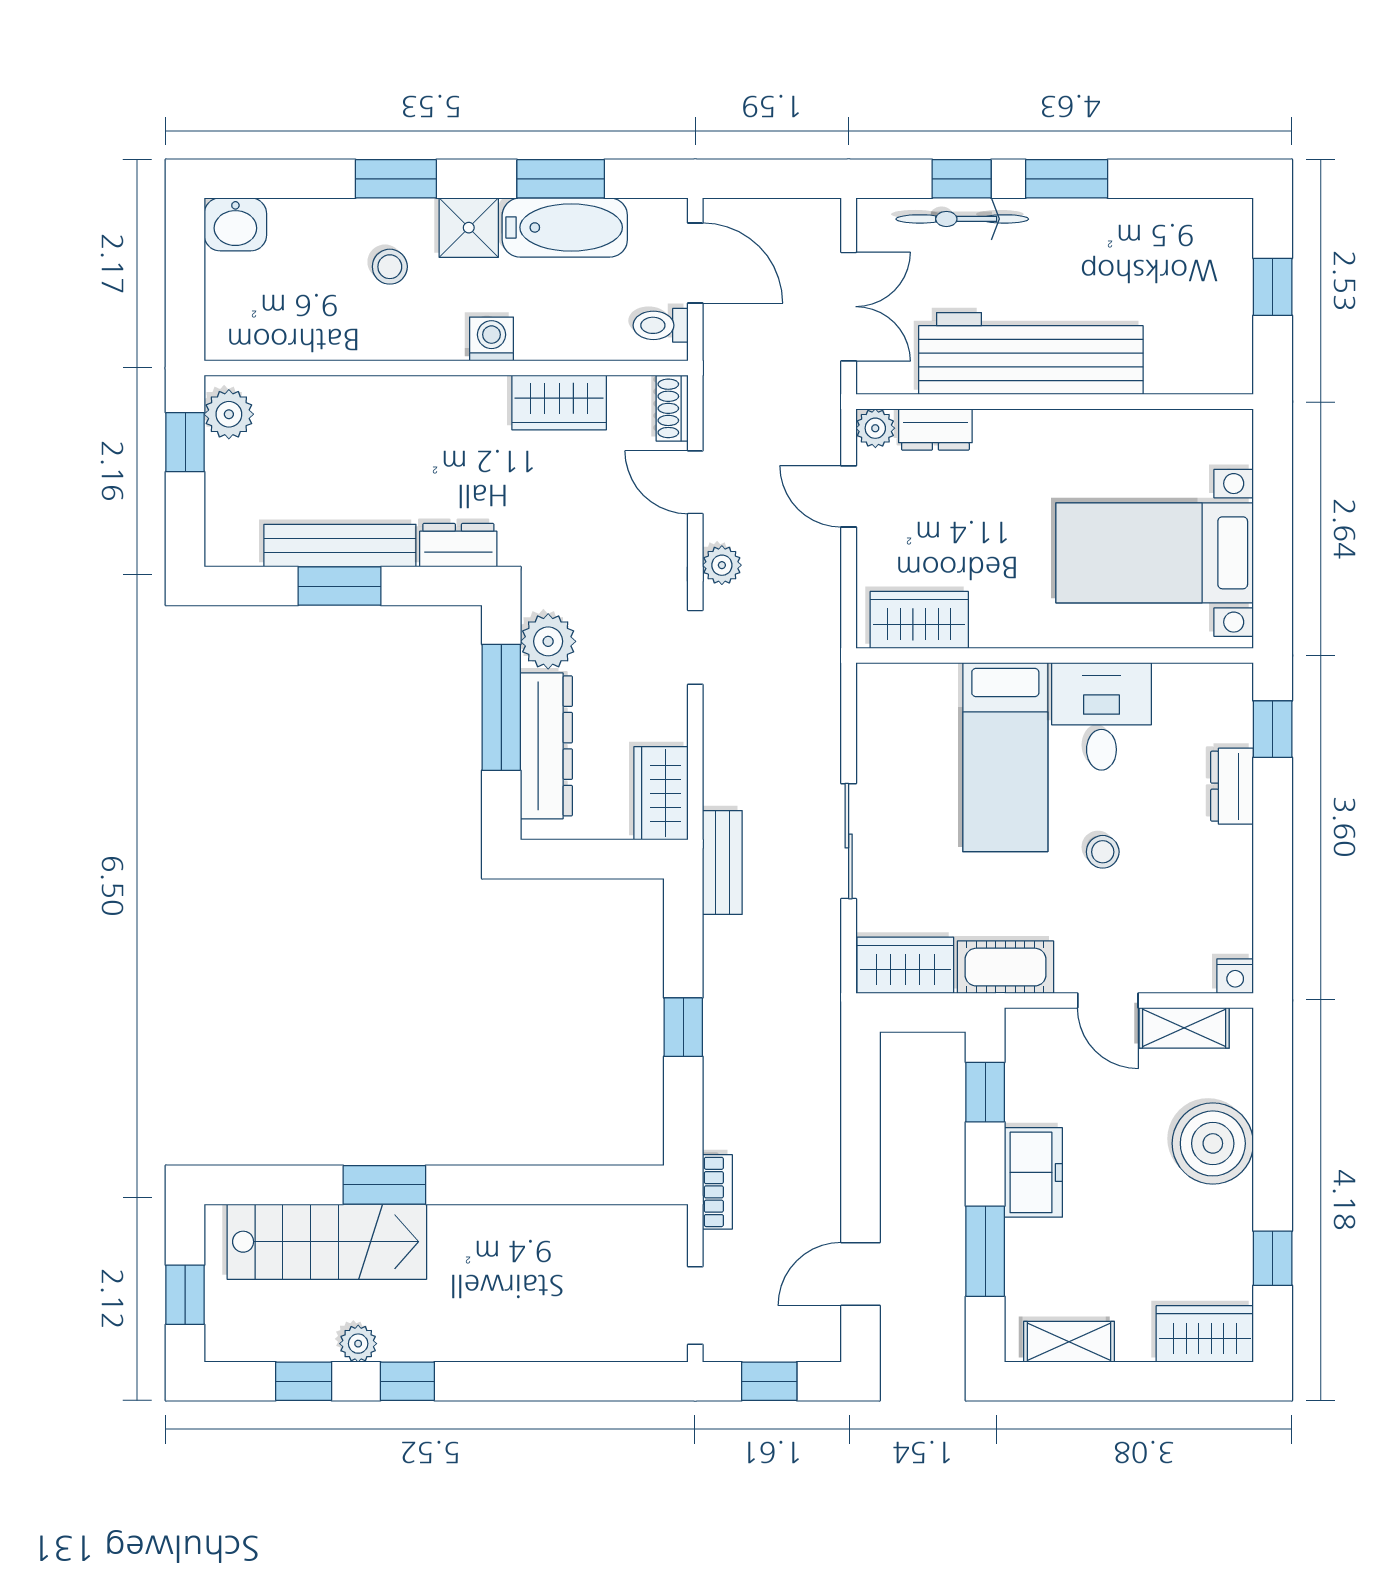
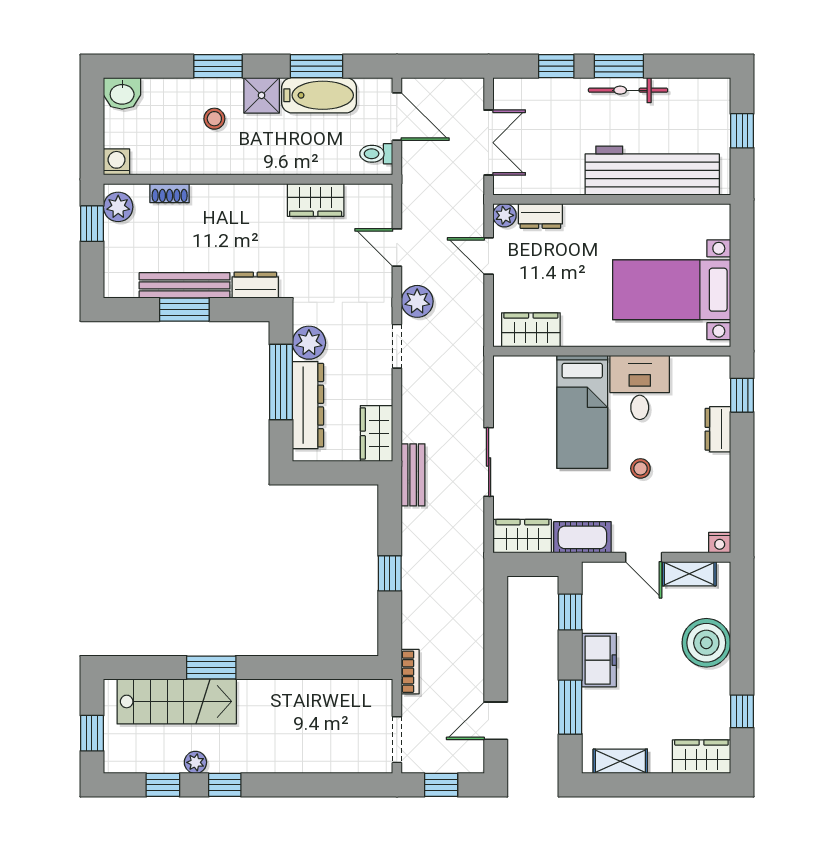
bicycle: (962, 219) -> (628, 90), moved
washing machine: (492, 339) -> (117, 162), moved
workbench: (1031, 353) -> (652, 171), moved
shoe rack: (672, 408) -> (170, 193), moved, turned -90
plant: (722, 565) -> (417, 301), width x1.38, depth x1.38

